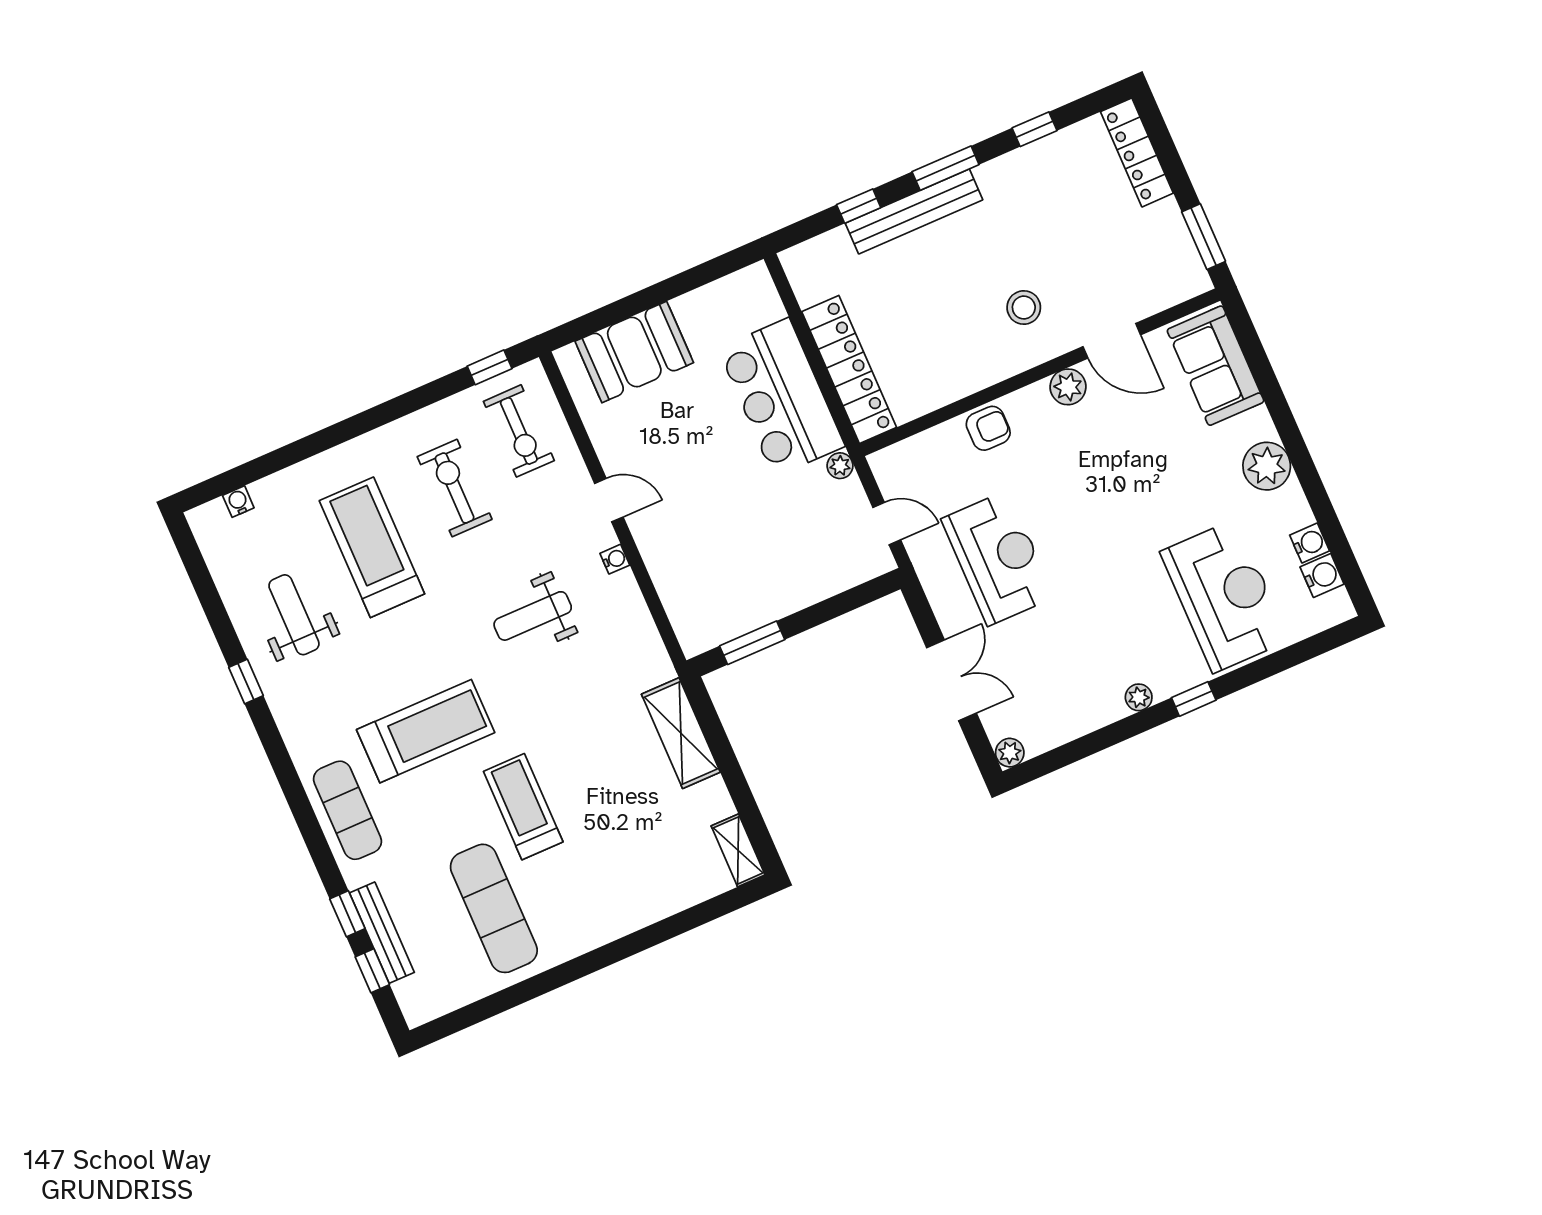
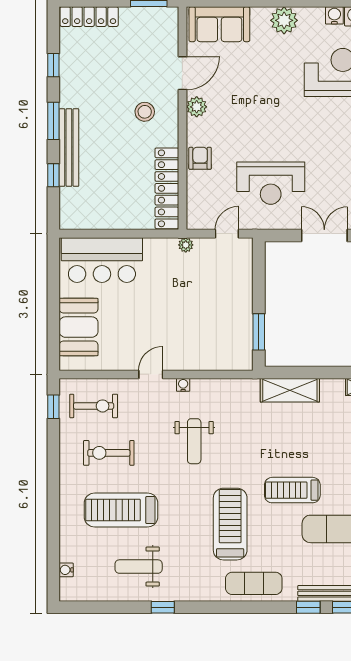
locker: (849, 369) -> (167, 188), moved, turned -90
bar counter: (781, 397) -> (102, 260), moved
reception desk: (998, 558) -> (271, 183), turned 180

